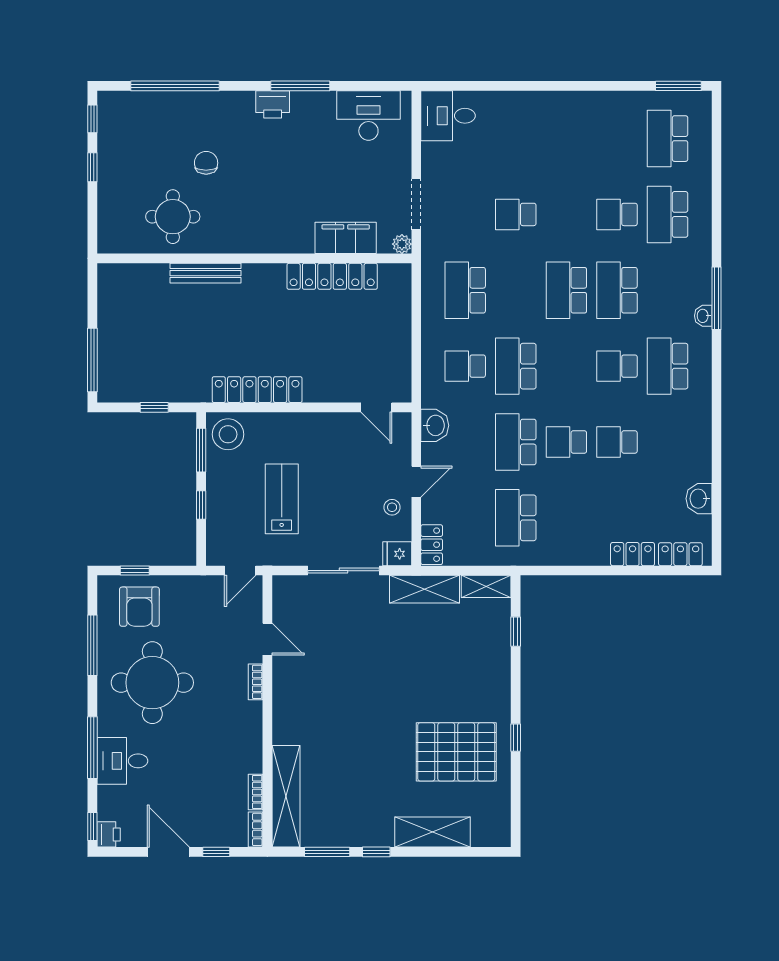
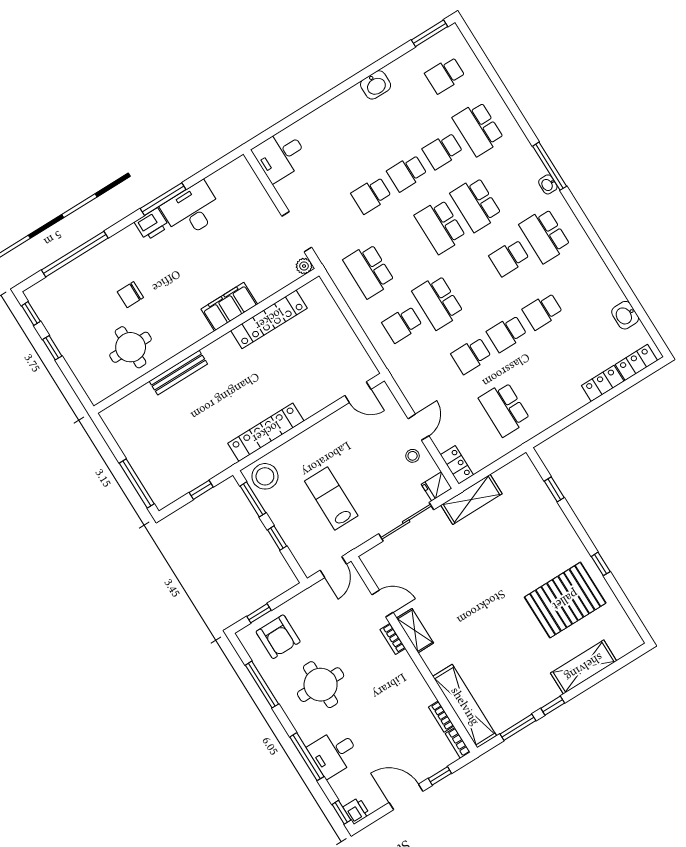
desk: (368, 115) -> (192, 210), moved
school desk: (668, 139) -> (445, 75), width x0.54
chair: (206, 163) -> (130, 295), turned -90
school desk: (566, 214) -> (407, 173), added
filing cabinet: (346, 238) -> (229, 307), moved
washbasin: (435, 425) -> (376, 85), moved, turned 90
school desk: (516, 442) -> (471, 356), width x0.54
shelving: (486, 586) -> (415, 631), moved, turned 90
round table: (152, 683) -> (321, 685), width x0.73, depth x0.73

